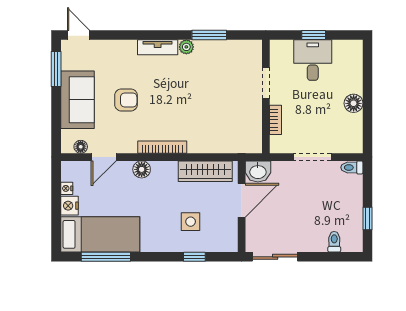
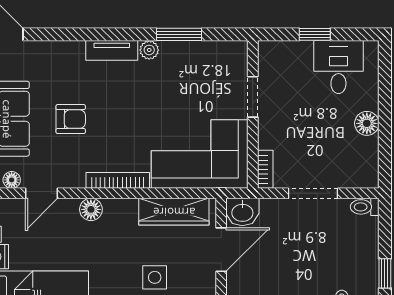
desk: (313, 60) -> (338, 67), moved
bookcase: (275, 120) -> (265, 169), moved
corner sofa: (225, 127) -> (200, 154), added

